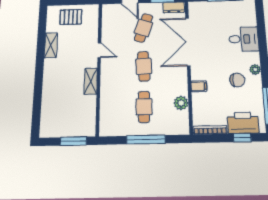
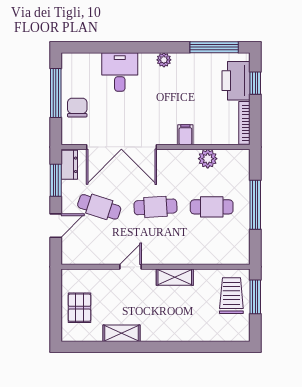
chair: (237, 80) -> (77, 108), moved
trolley: (75, 123) -> (231, 296), added

